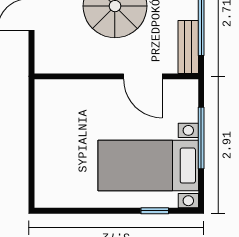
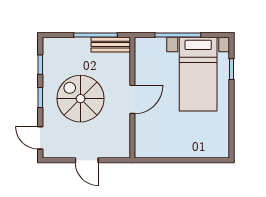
door: (143, 76) -> (132, 99), moved

